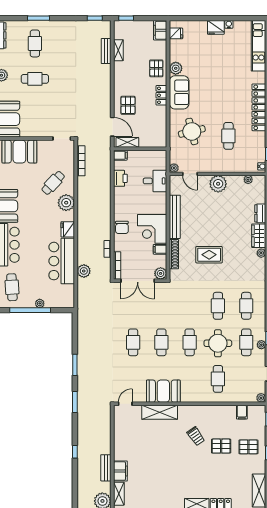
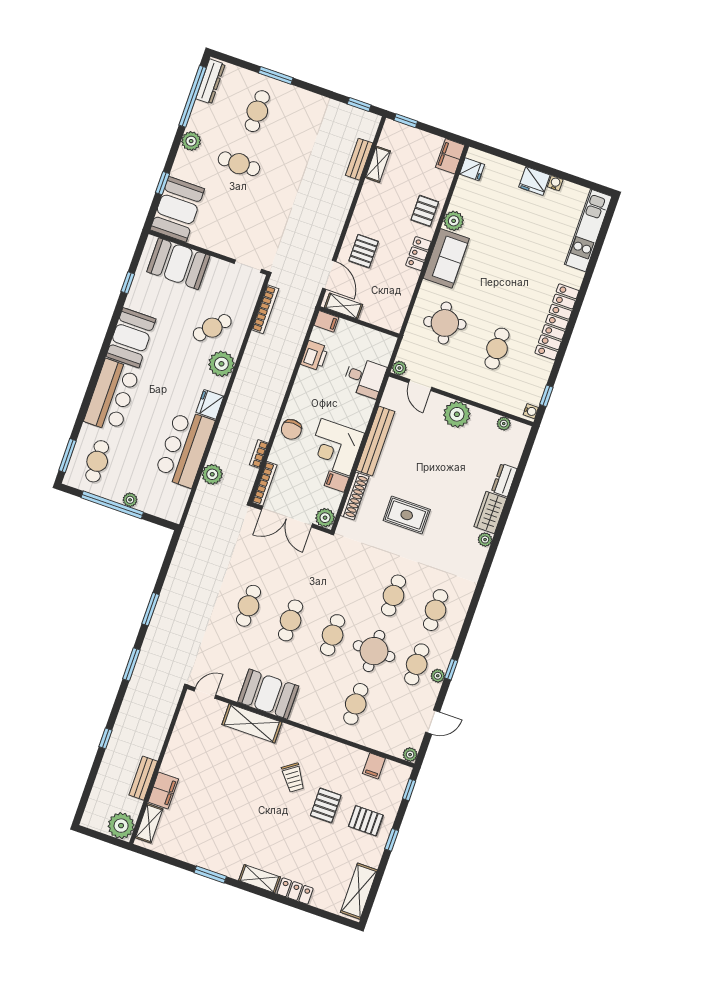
pallet: (221, 446) -> (326, 805), turned 90

